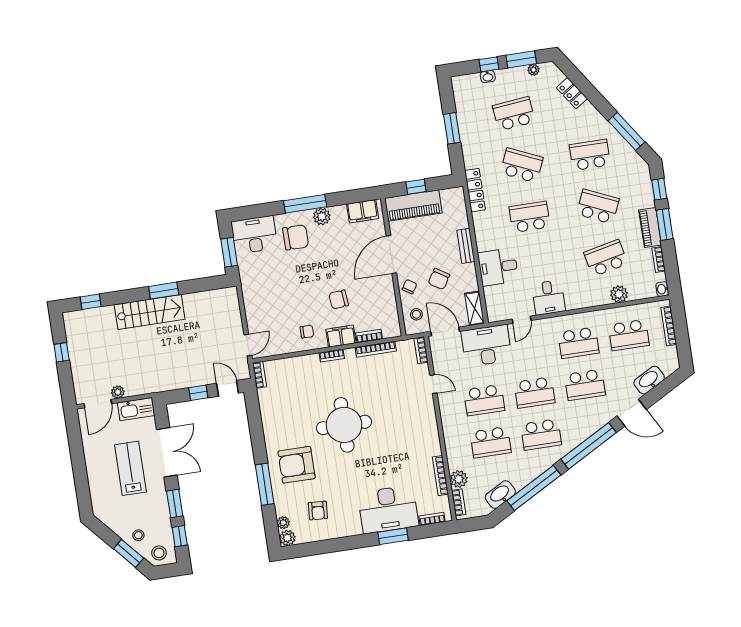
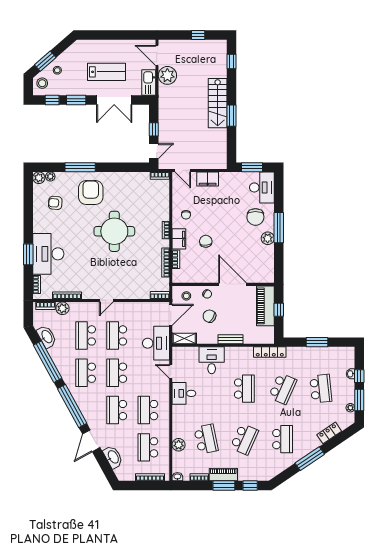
window: (627, 131) -> (310, 459), moved
filing cabinet: (363, 211) -> (208, 179), moved, turned -90
door: (433, 384) -> (106, 300), moved
plant: (118, 392) -> (167, 75), width x1.88, depth x1.88

